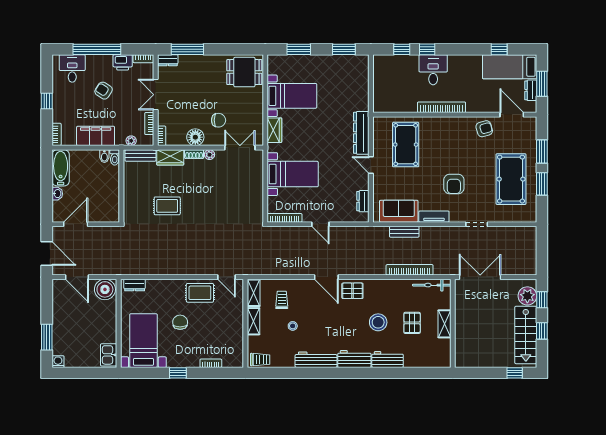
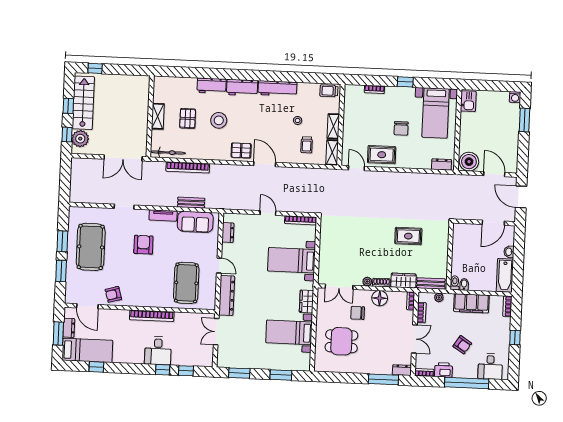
dining table: (244, 72) -> (341, 341), moved
double door: (371, 93) -> (216, 332), added

